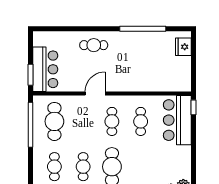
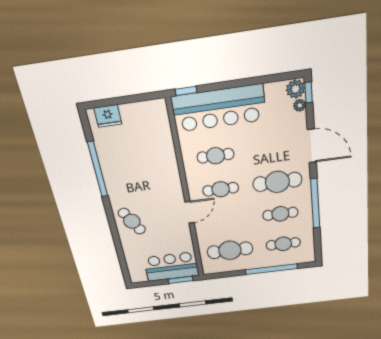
cafe table: (94, 45) -> (132, 221), turned -30
door: (95, 93) -> (189, 212), swing flipped
bar counter: (177, 120) -> (219, 108), width x1.36
window: (30, 125) -> (271, 269), moved

